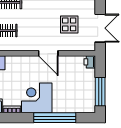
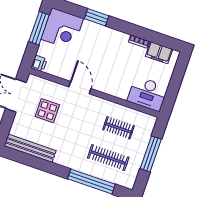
corner desk: (37, 98) -> (62, 29), moved
window: (55, 118) -> (97, 17), width x0.47

